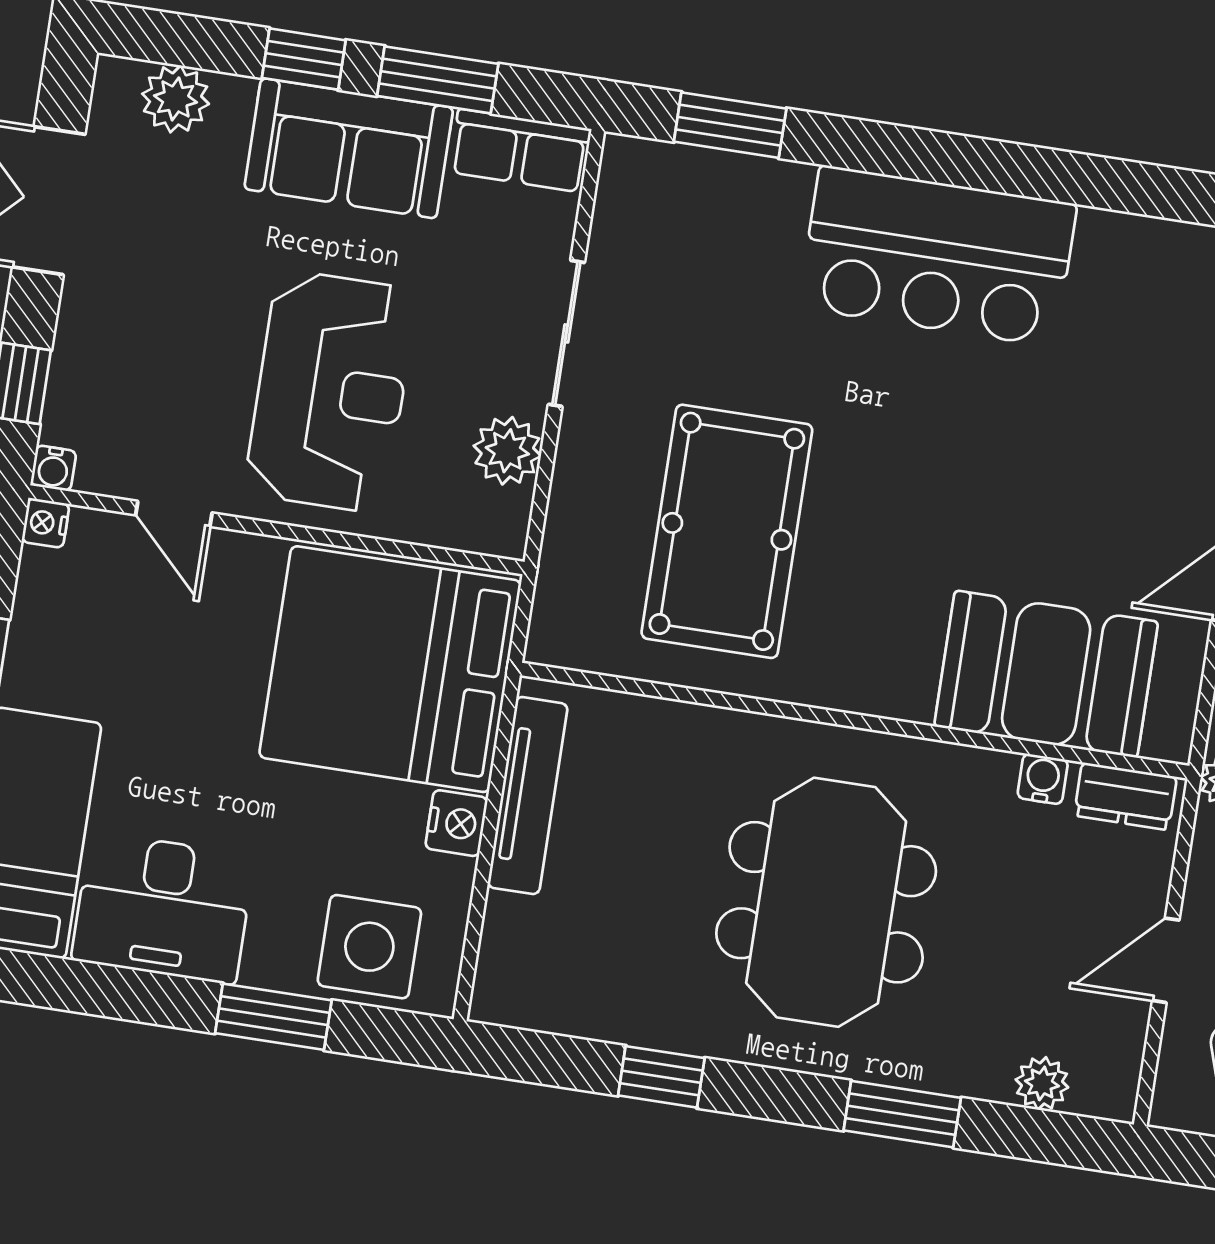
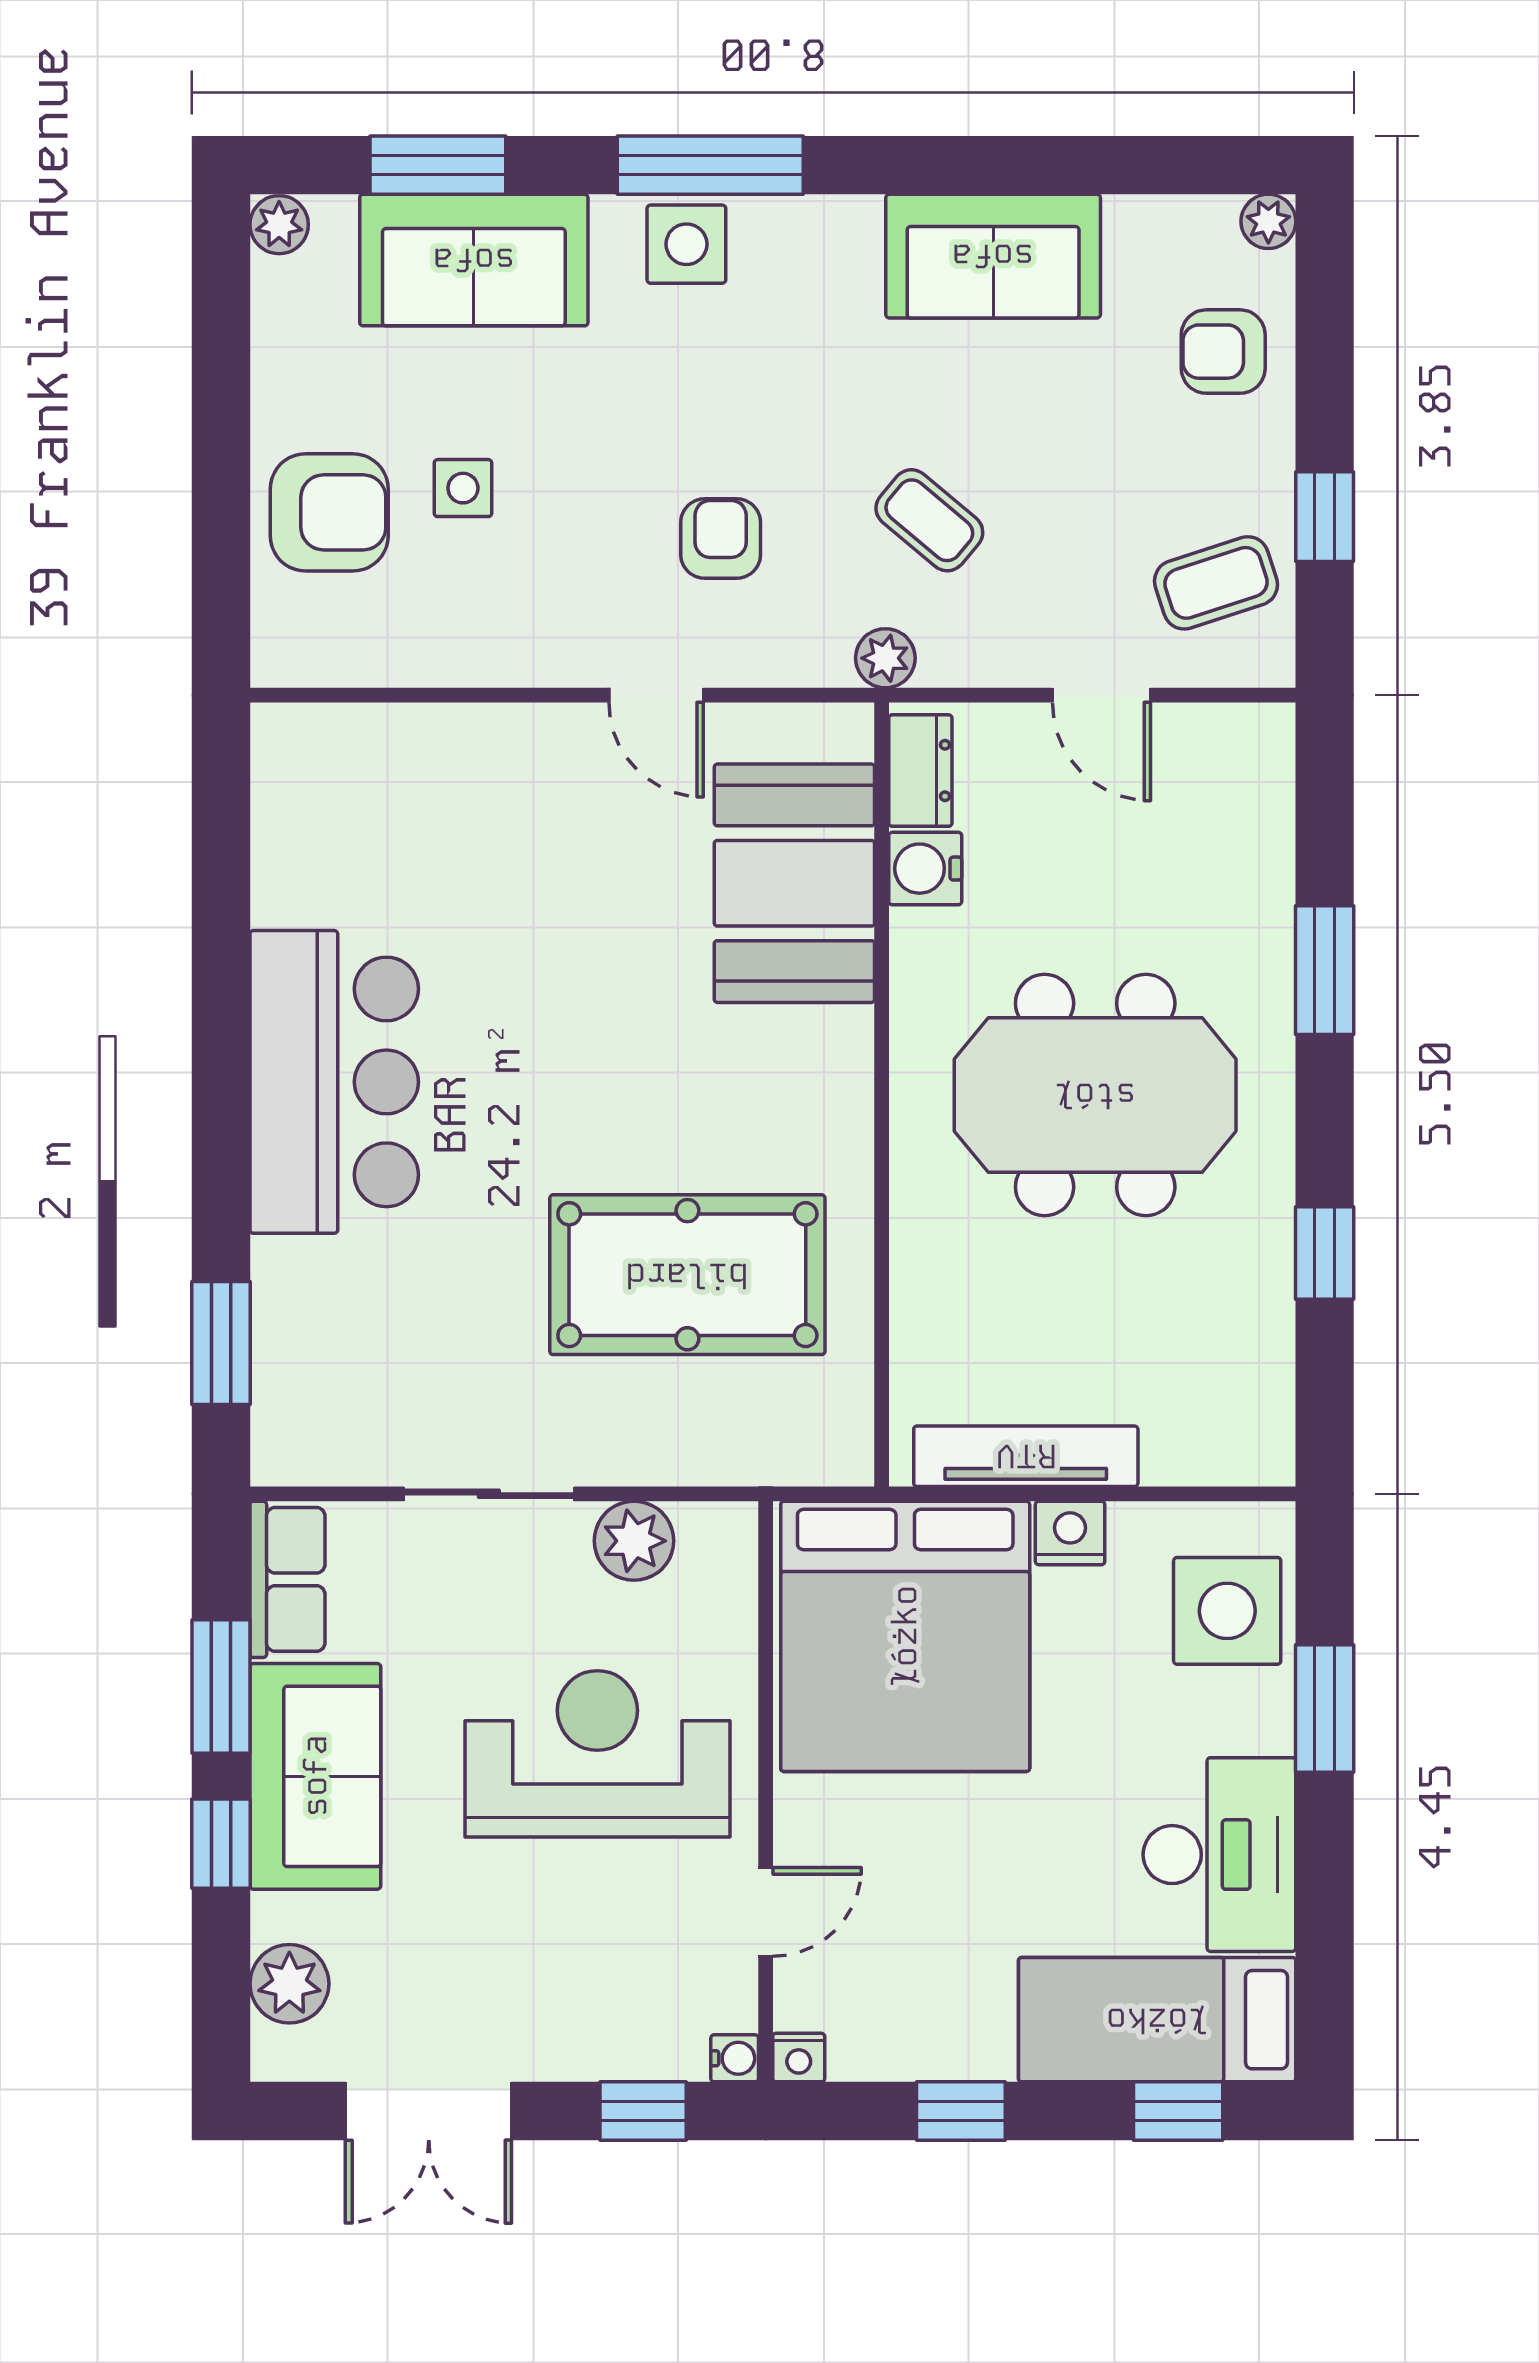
water cooler: (1043, 779) -> (925, 869), width x1.38, depth x1.38
plant: (1042, 1083) -> (1265, 815), removed

